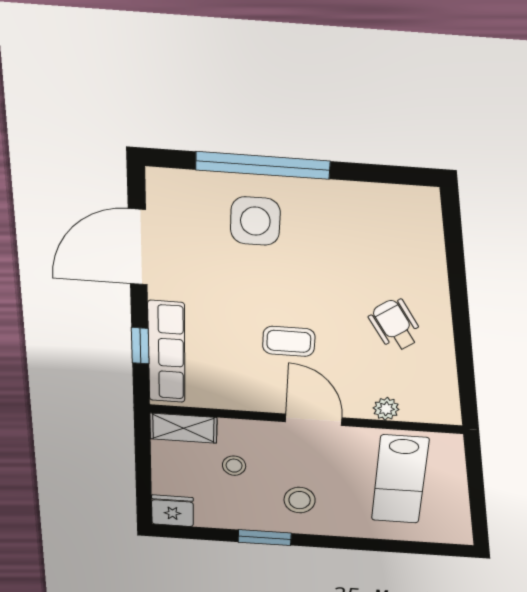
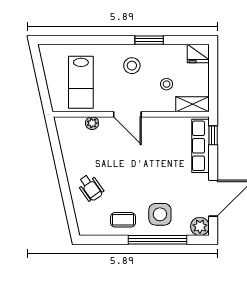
plant: (166, 188) -> (200, 226), added
wheelchair: (395, 325) -> (91, 188), moved
coffee table: (289, 341) -> (123, 220), moved
window: (140, 346) -> (213, 135), moved
lab bench: (400, 480) -> (81, 82), turned 180

